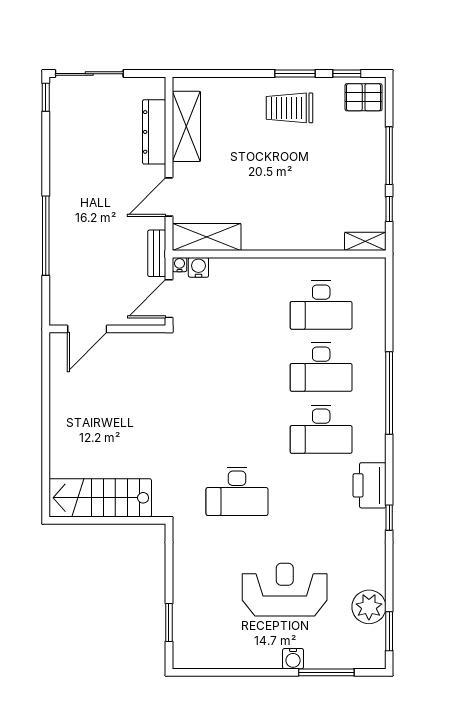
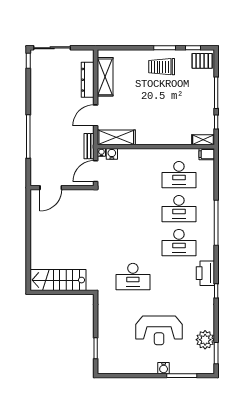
filing cabinet: (372, 268) -> (207, 154), added
reception desk: (285, 590) -> (159, 330), turned 180

